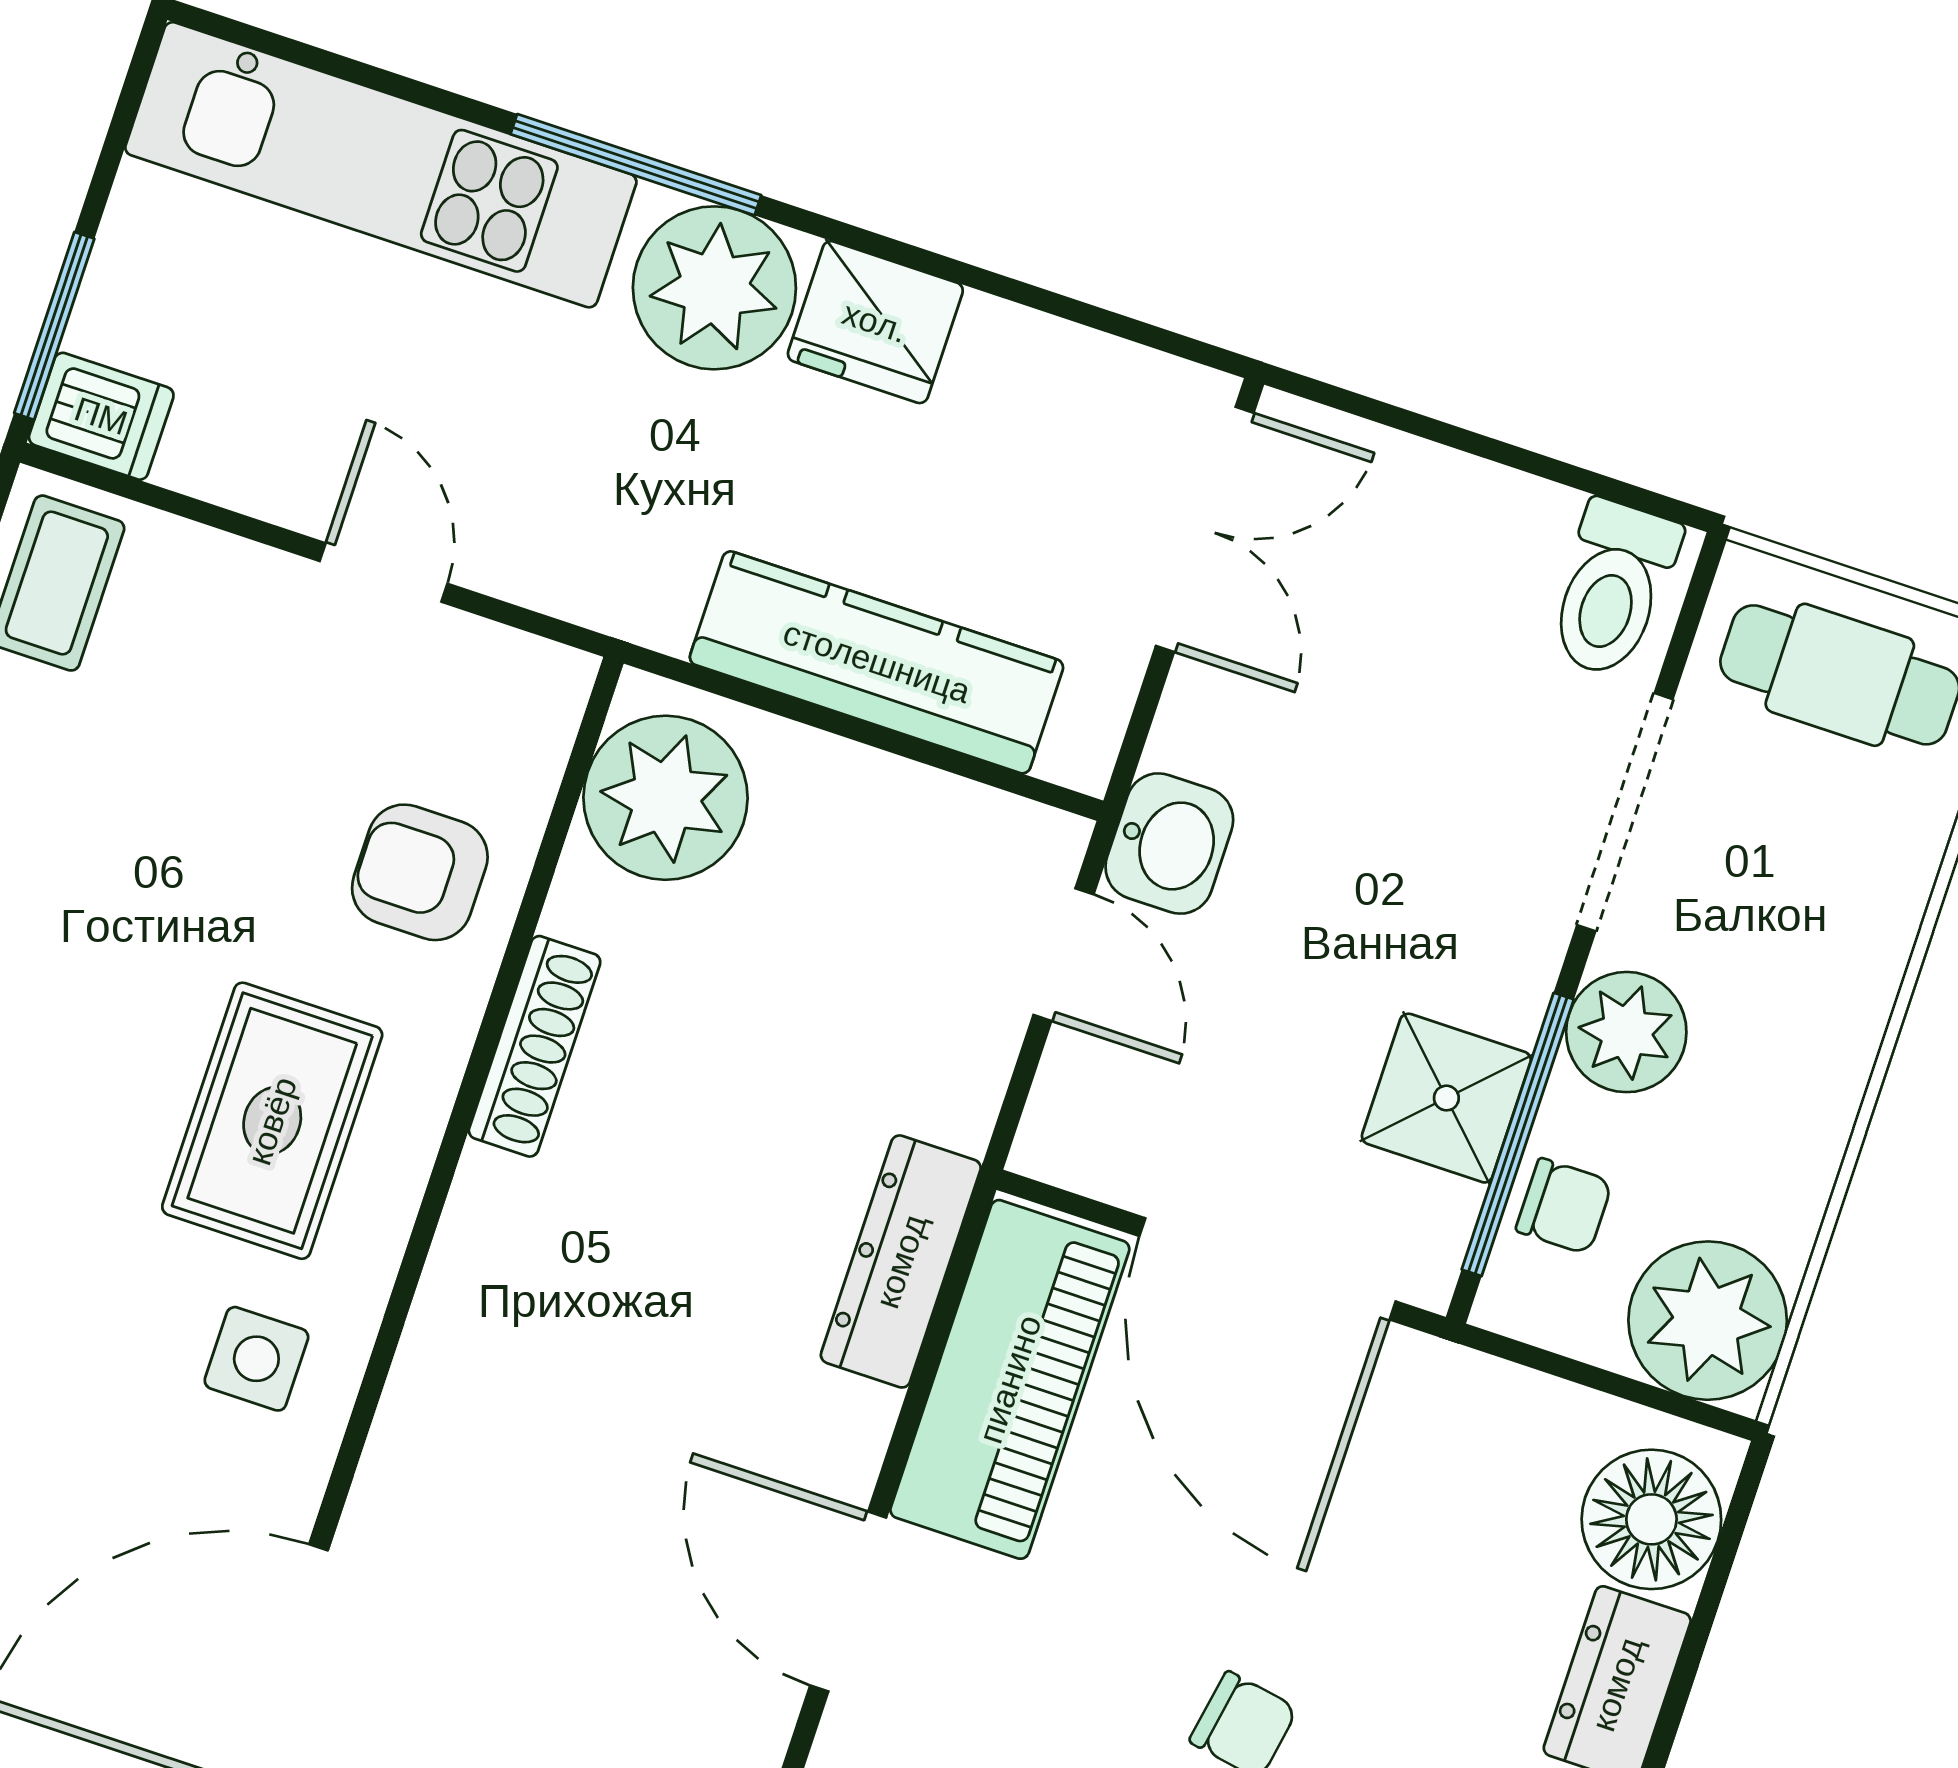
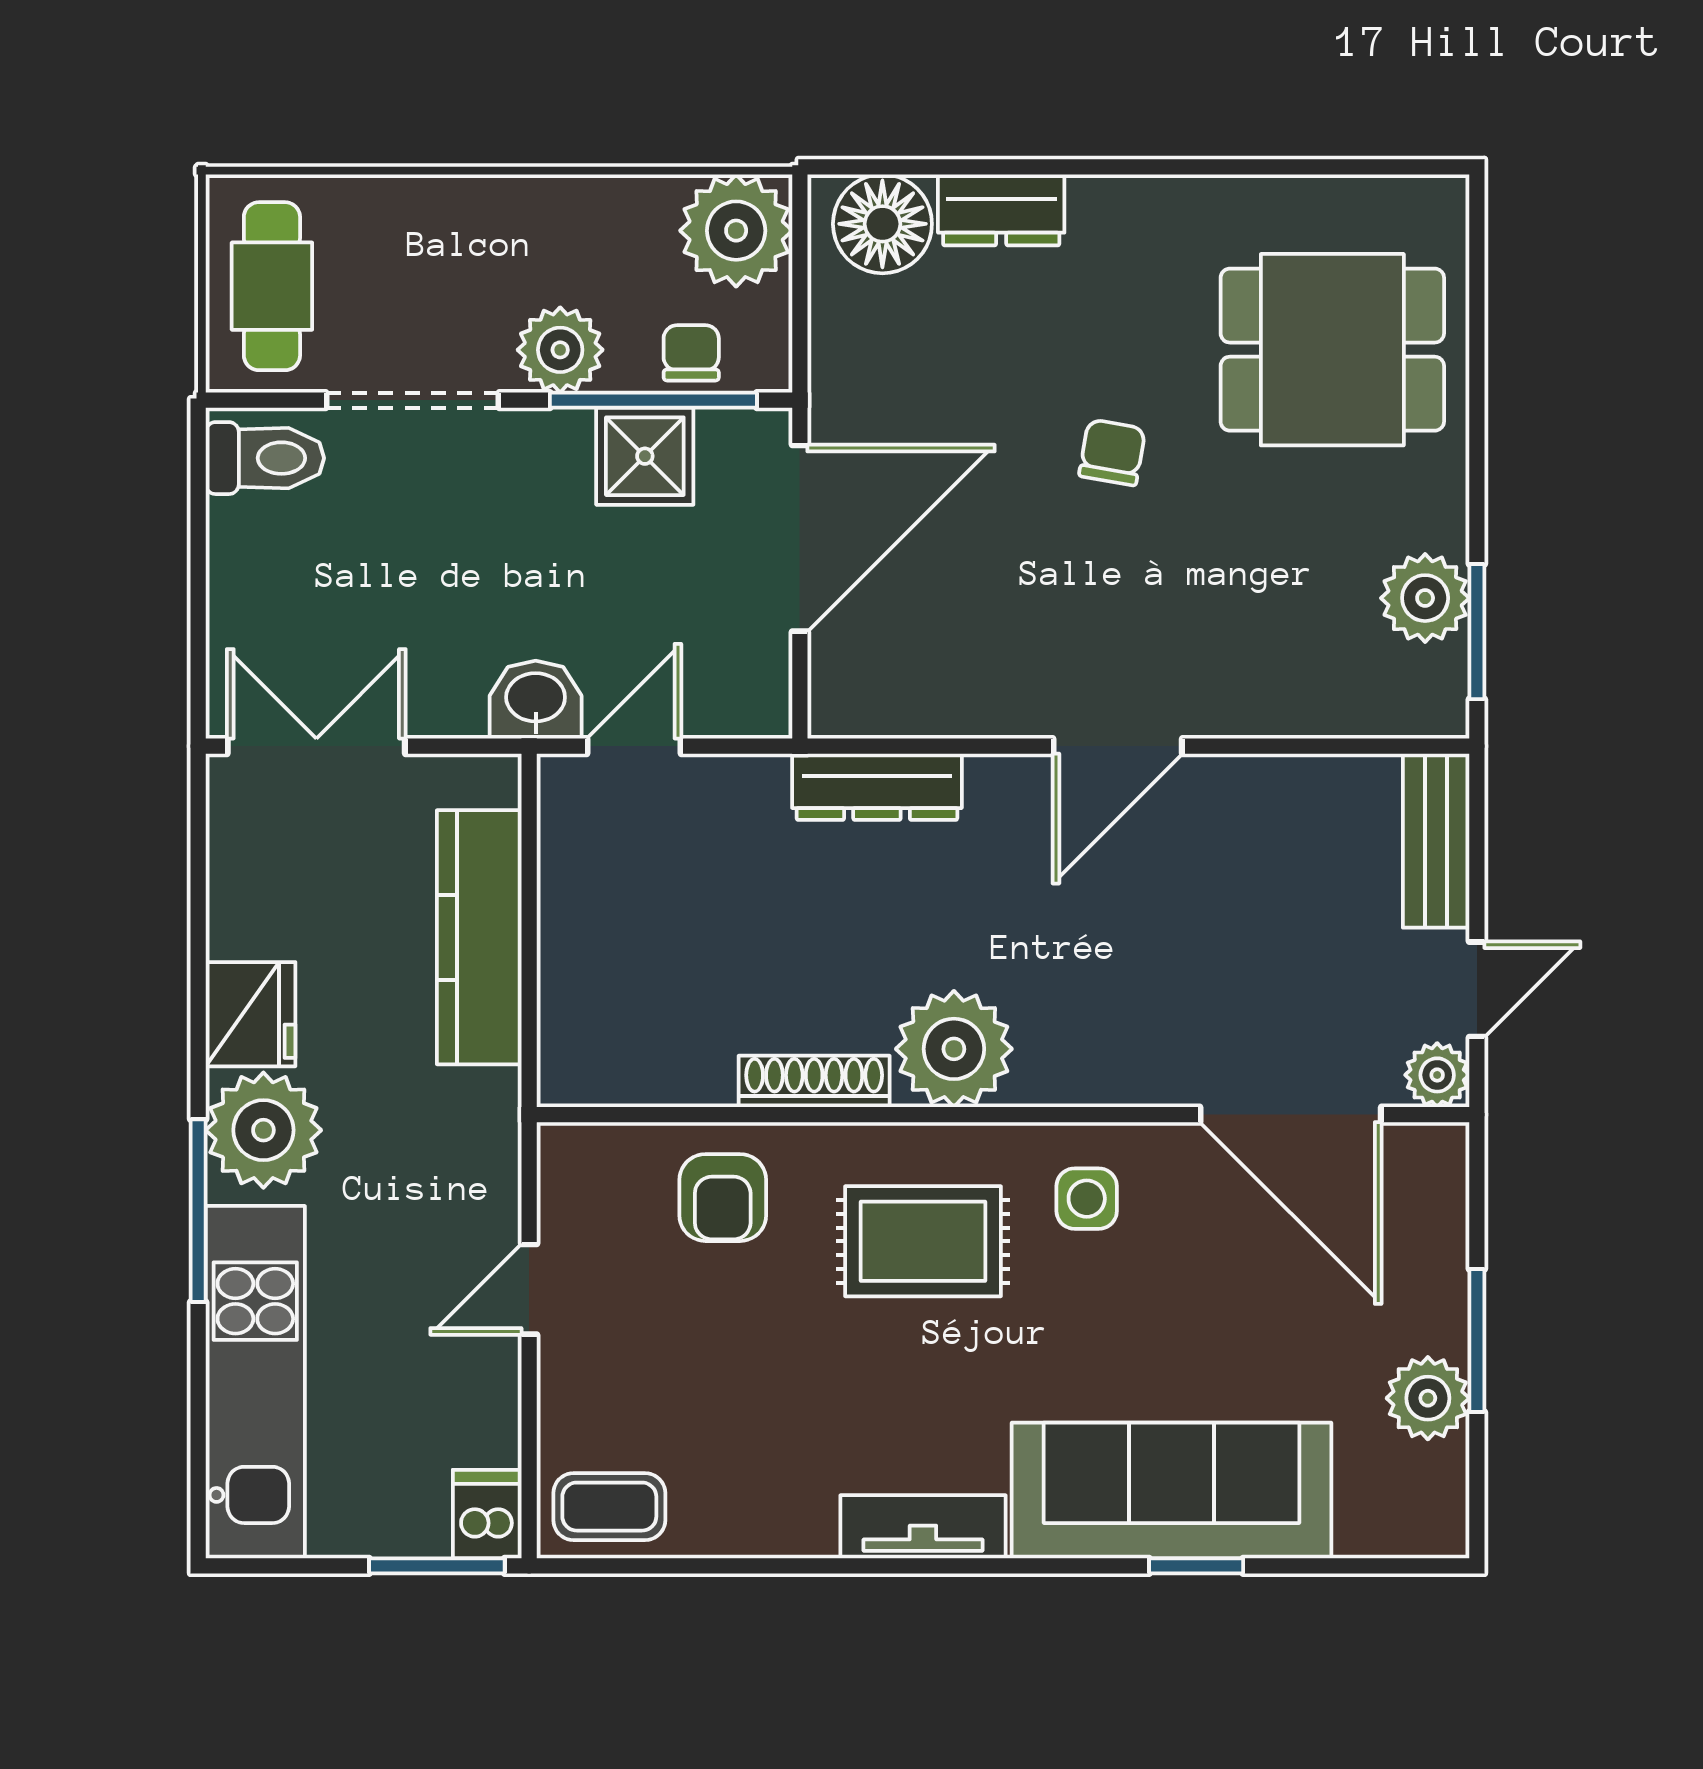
plant: (666, 798) -> (954, 1049), moved
piano: (1010, 1379) -> (932, 687), removed

